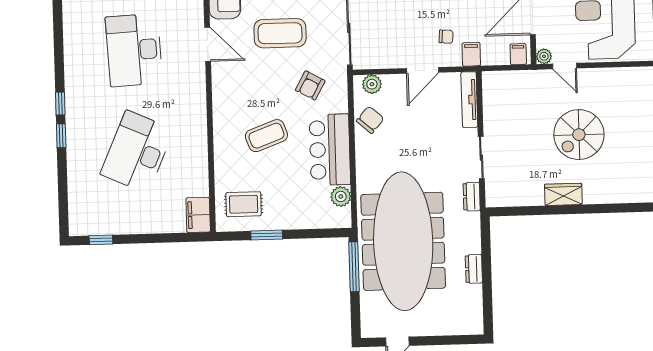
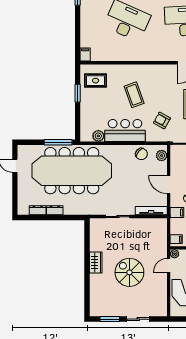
dresser: (472, 197) -> (38, 210), moved
rug: (244, 204) -> (96, 81), turned 90
filing cabinet: (198, 215) -> (85, 55), width x0.50

